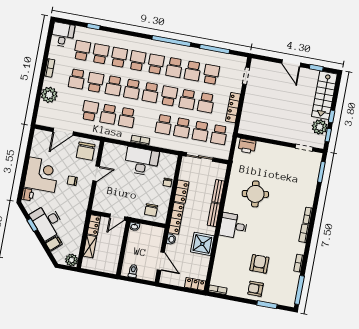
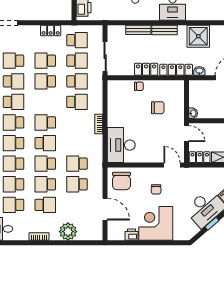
school desk: (114, 86) -> (45, 164), turned 180
school desk: (151, 93) -> (45, 122), turned 180
school desk: (169, 96) -> (45, 102), removed
school desk: (187, 99) -> (45, 81), turned 180
school desk: (206, 103) -> (45, 61), turned 180
locker: (233, 108) -> (51, 30), width x0.66
school desk: (108, 114) -> (77, 164), turned 180
school desk: (127, 118) -> (77, 143), removed
chair: (86, 151) -> (121, 181), turned 90
desk: (142, 161) -> (121, 145), moved
door: (96, 174) -> (172, 165), moved
printer: (28, 195) -> (131, 235), moved
chair: (151, 210) -> (158, 108), moved

